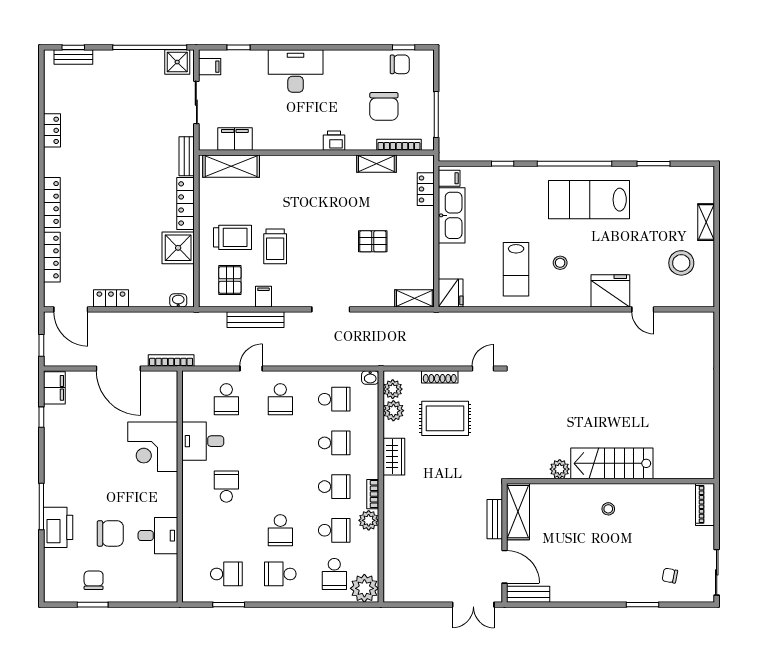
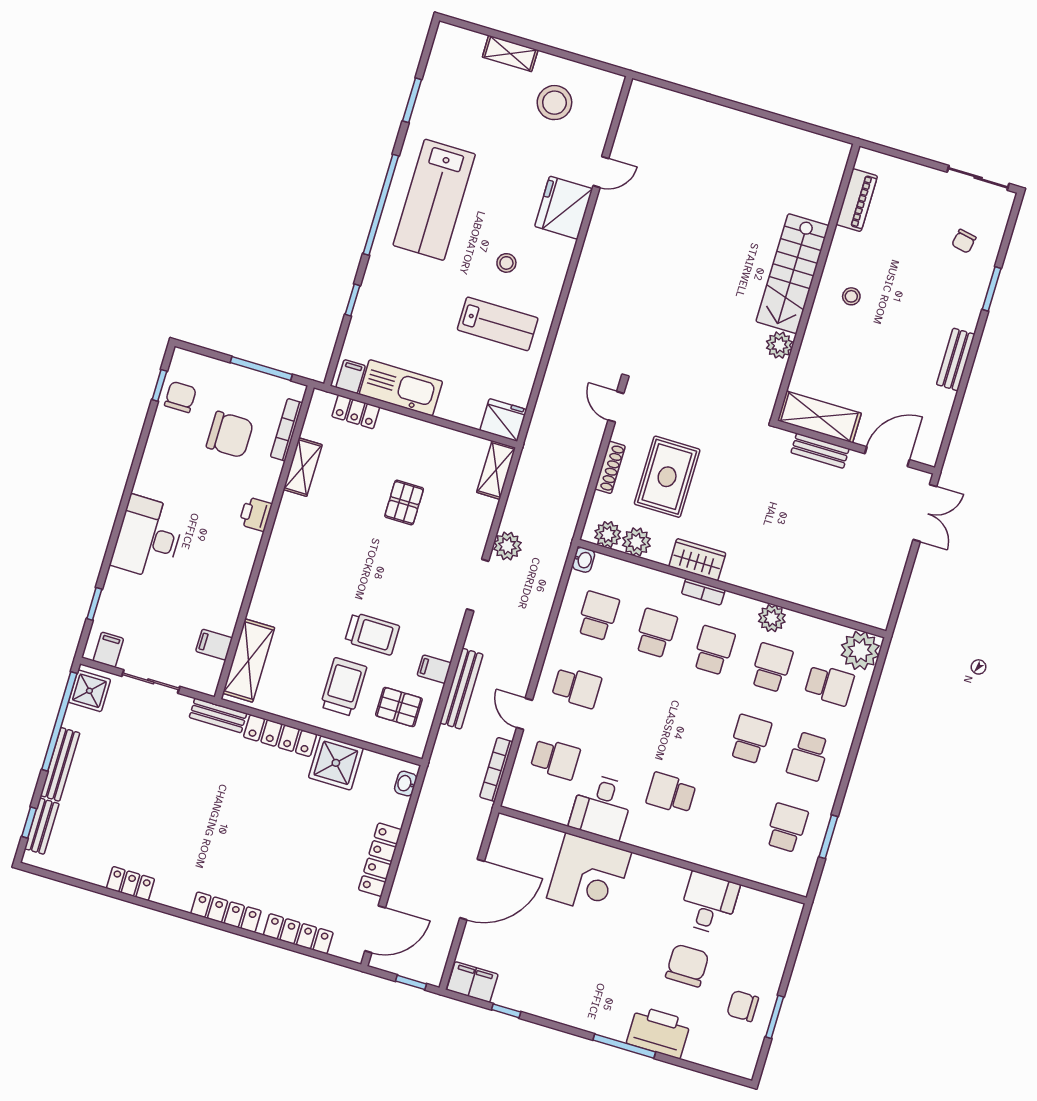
bench: (120, 57) -> (60, 764), added
filing cabinet: (235, 139) -> (214, 645), width x0.50
locker: (111, 298) -> (380, 860), width x1.53
plant: (364, 322) -> (507, 546), added
bookcase: (171, 360) -> (496, 769), moved
bookcase: (373, 494) -> (703, 592), moved
piano: (705, 504) -> (857, 200), moved, turned -90
school desk: (280, 530) -> (750, 739), turned -90
bench: (528, 594) -> (956, 359), moved

